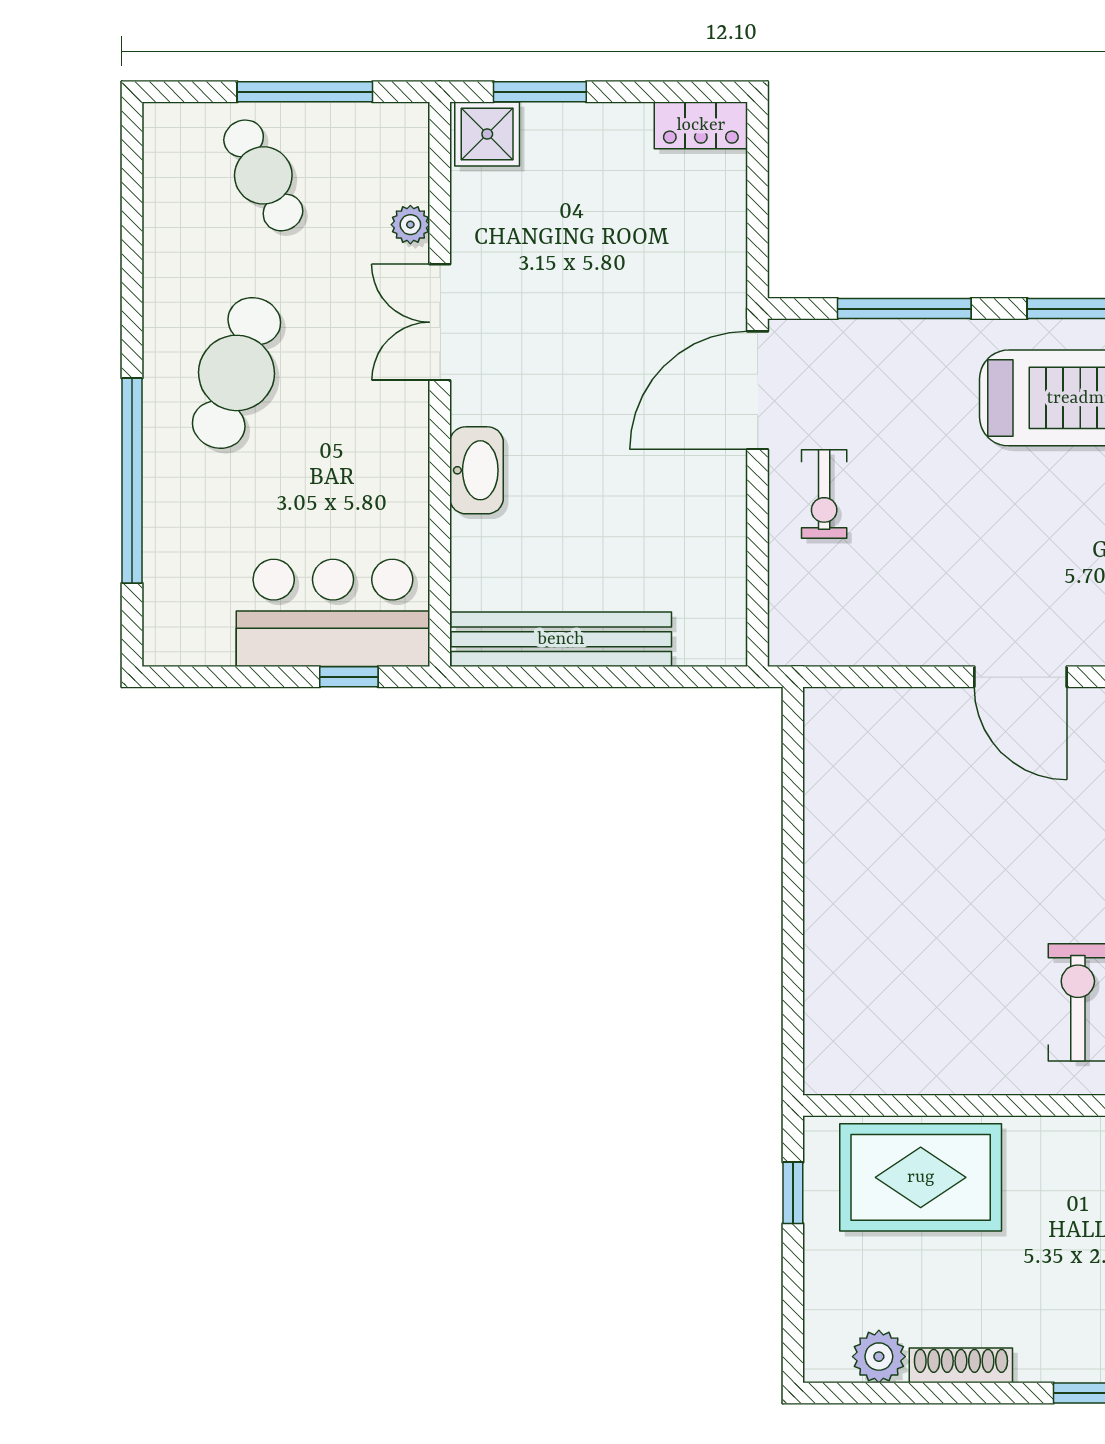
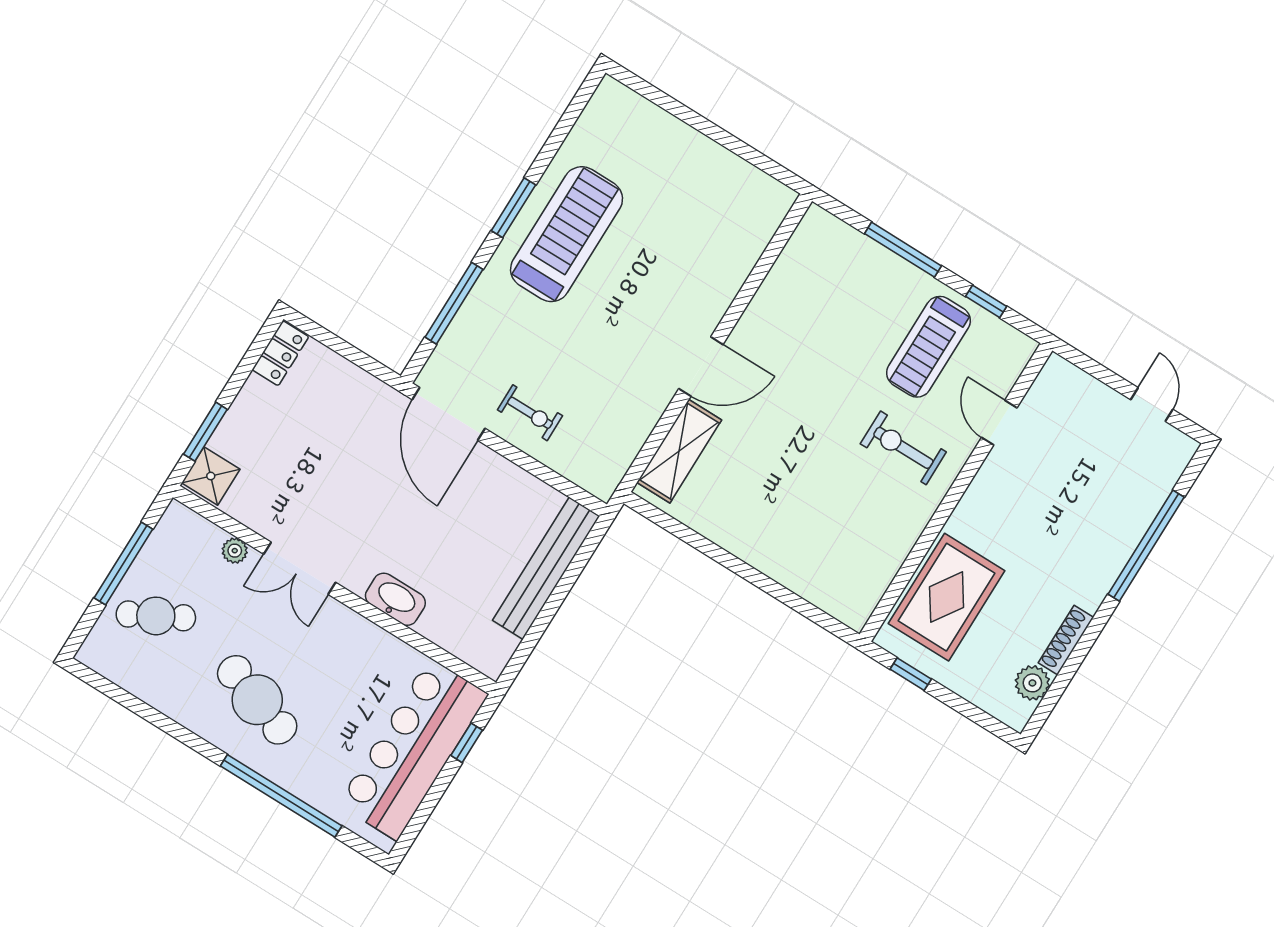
bar counter: (333, 613) -> (413, 749), width x1.36
bench: (561, 639) -> (546, 568), moved
shelving: (894, 717) -> (679, 451), added

